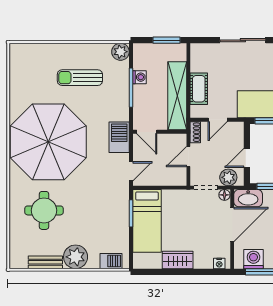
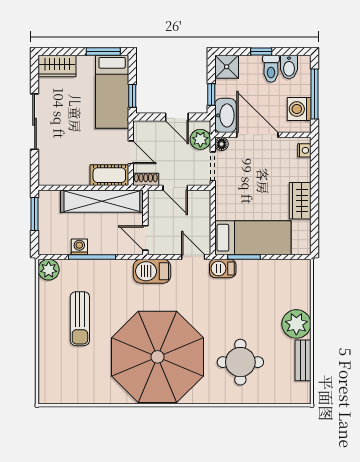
cot: (199, 89) -> (109, 175), moved
door: (147, 132) -> (145, 238), swing flipped
barbecue: (111, 261) -> (223, 268), moved, turned -90

